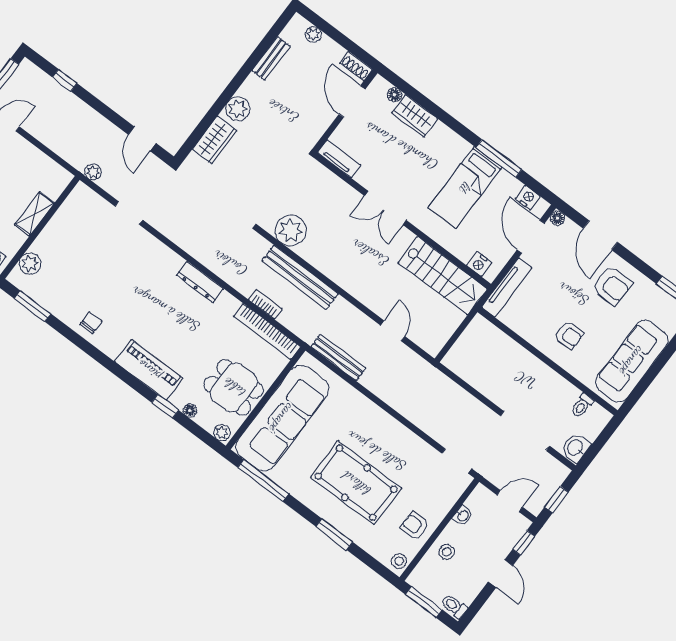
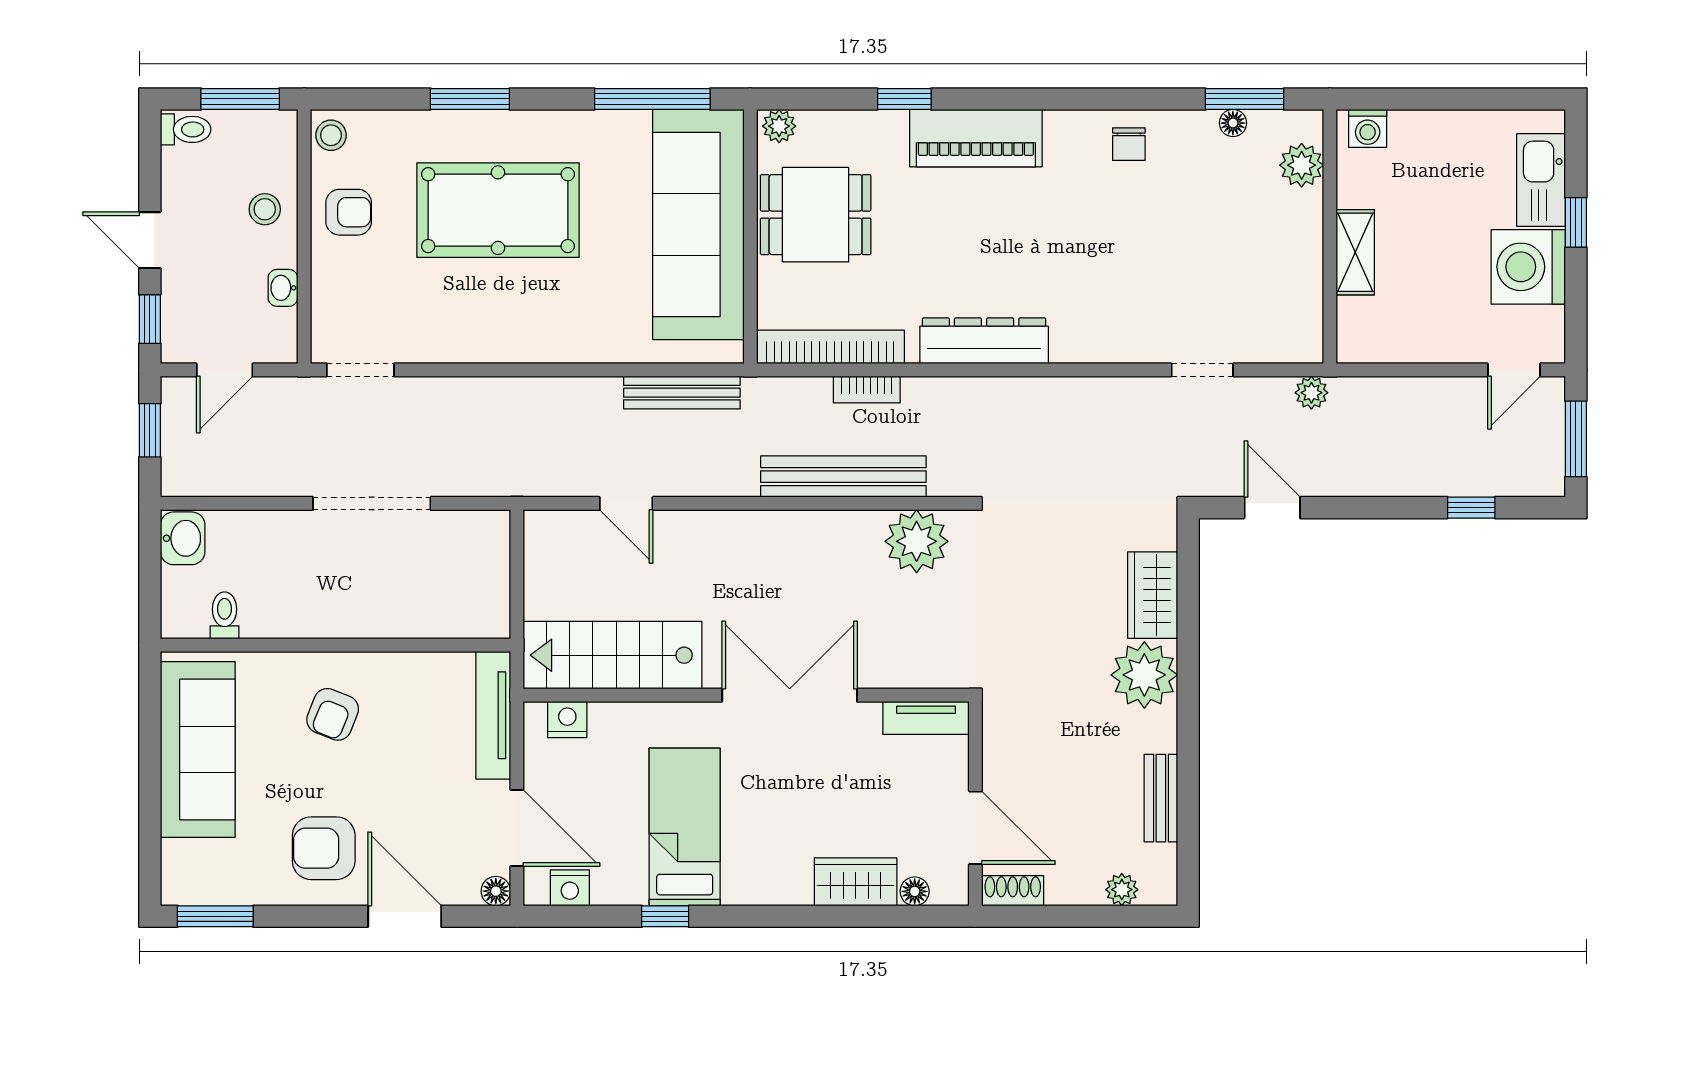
plant: (238, 109) -> (1144, 675), width x1.36, depth x1.36
window: (499, 158) -> (665, 916), width x0.46
double door: (385, 208) -> (790, 695), width x1.37
dresser: (200, 282) -> (984, 341), width x1.37, depth x1.24
armchair: (569, 335) -> (333, 714), turned -68
floor lamp: (190, 410) -> (1233, 123), moved
doorway: (525, 431) -> (372, 503), moved

